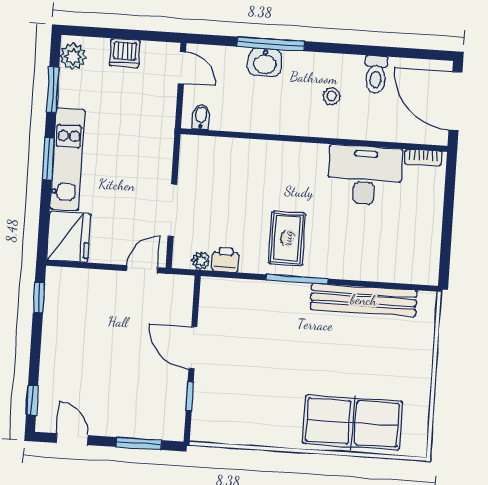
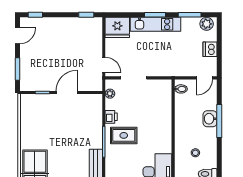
printer: (226, 260) -> (111, 117), moved

